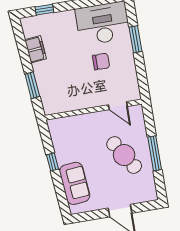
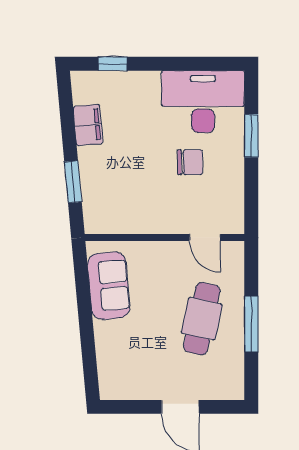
cafe table: (124, 155) -> (202, 319), turned 44
window: (52, 162) -> (85, 311), removed
sofa: (75, 183) -> (109, 286), moved

